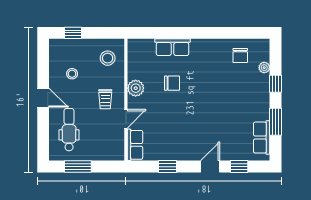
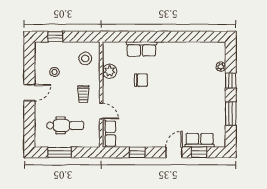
chair: (240, 55) -> (200, 56), removed
plant: (136, 88) -> (110, 71), moved
door: (43, 98) -> (29, 93), hinge flipped
door: (126, 119) -> (101, 111), hinge flipped
dental chair: (69, 130) -> (65, 125), moved, turned 90
row of seats: (262, 138) -> (200, 140), moved, turned 90

